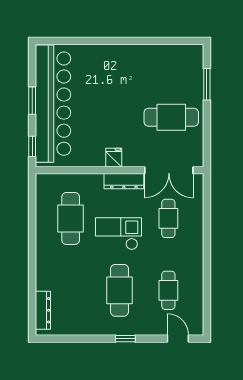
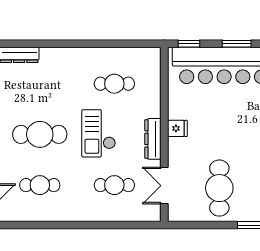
double door: (169, 170) -> (164, 186), width x0.73
cafe table: (71, 218) -> (114, 84), width x0.73, depth x0.74
checkout: (118, 234) -> (99, 133), turned 180

